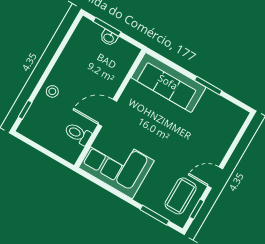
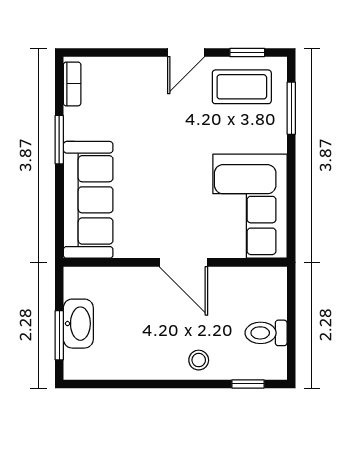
washbasin: (109, 38) -> (78, 324), width x1.91, depth x1.45
bookcase: (233, 109) -> (72, 84), added
toilet: (78, 134) -> (266, 333), moved, turned 90
door: (215, 177) -> (186, 52), hinge flipped

